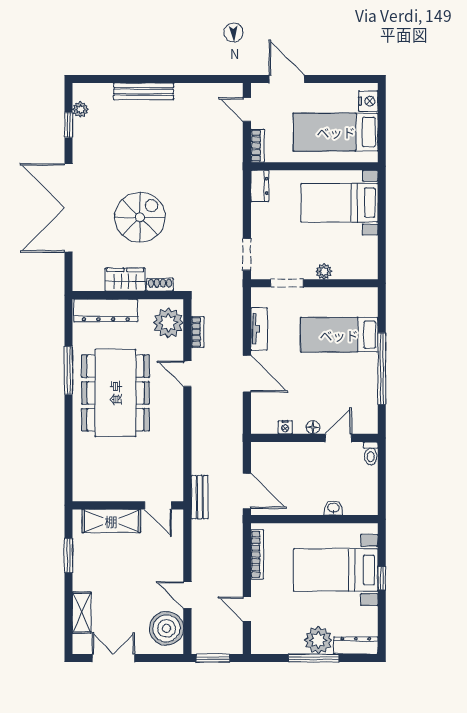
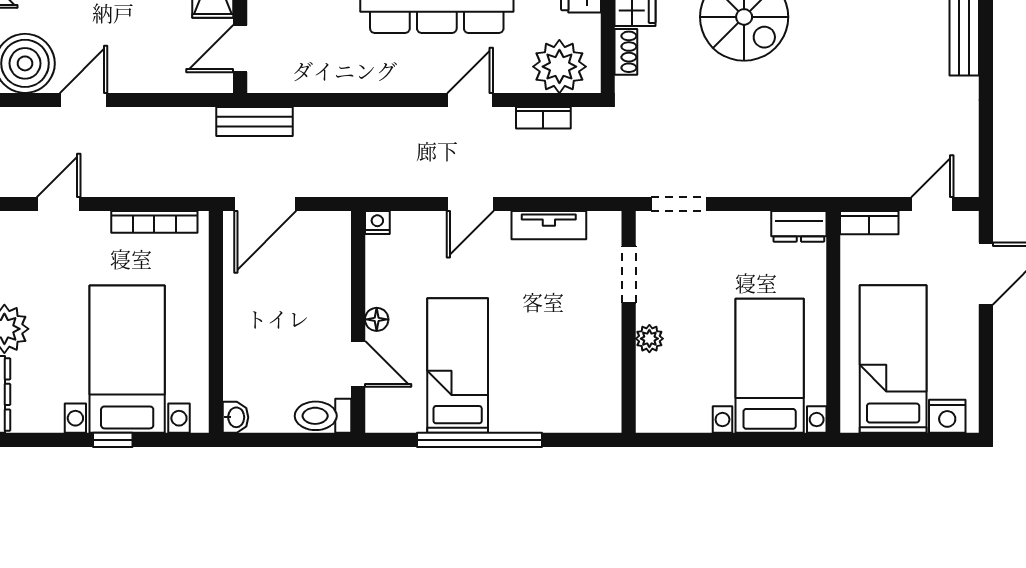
bed: (339, 335) -> (458, 365), moved
door: (247, 374) -> (470, 204), width x0.73
nightstand: (285, 427) -> (377, 223), moved, turned 90
toilet: (371, 453) -> (323, 416), width x1.37, depth x1.39
washbasin: (333, 508) -> (235, 417), moved

